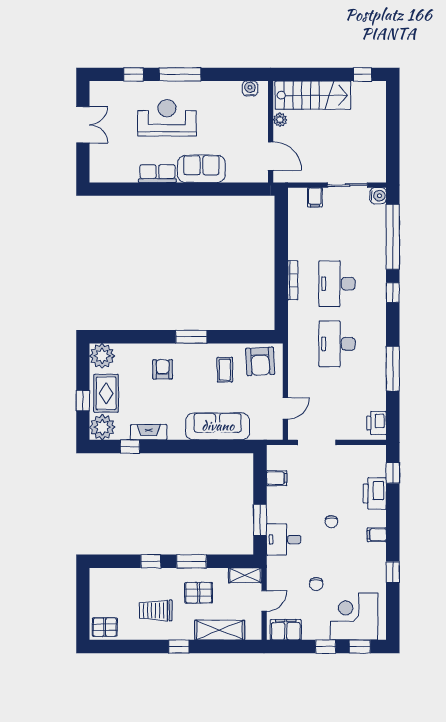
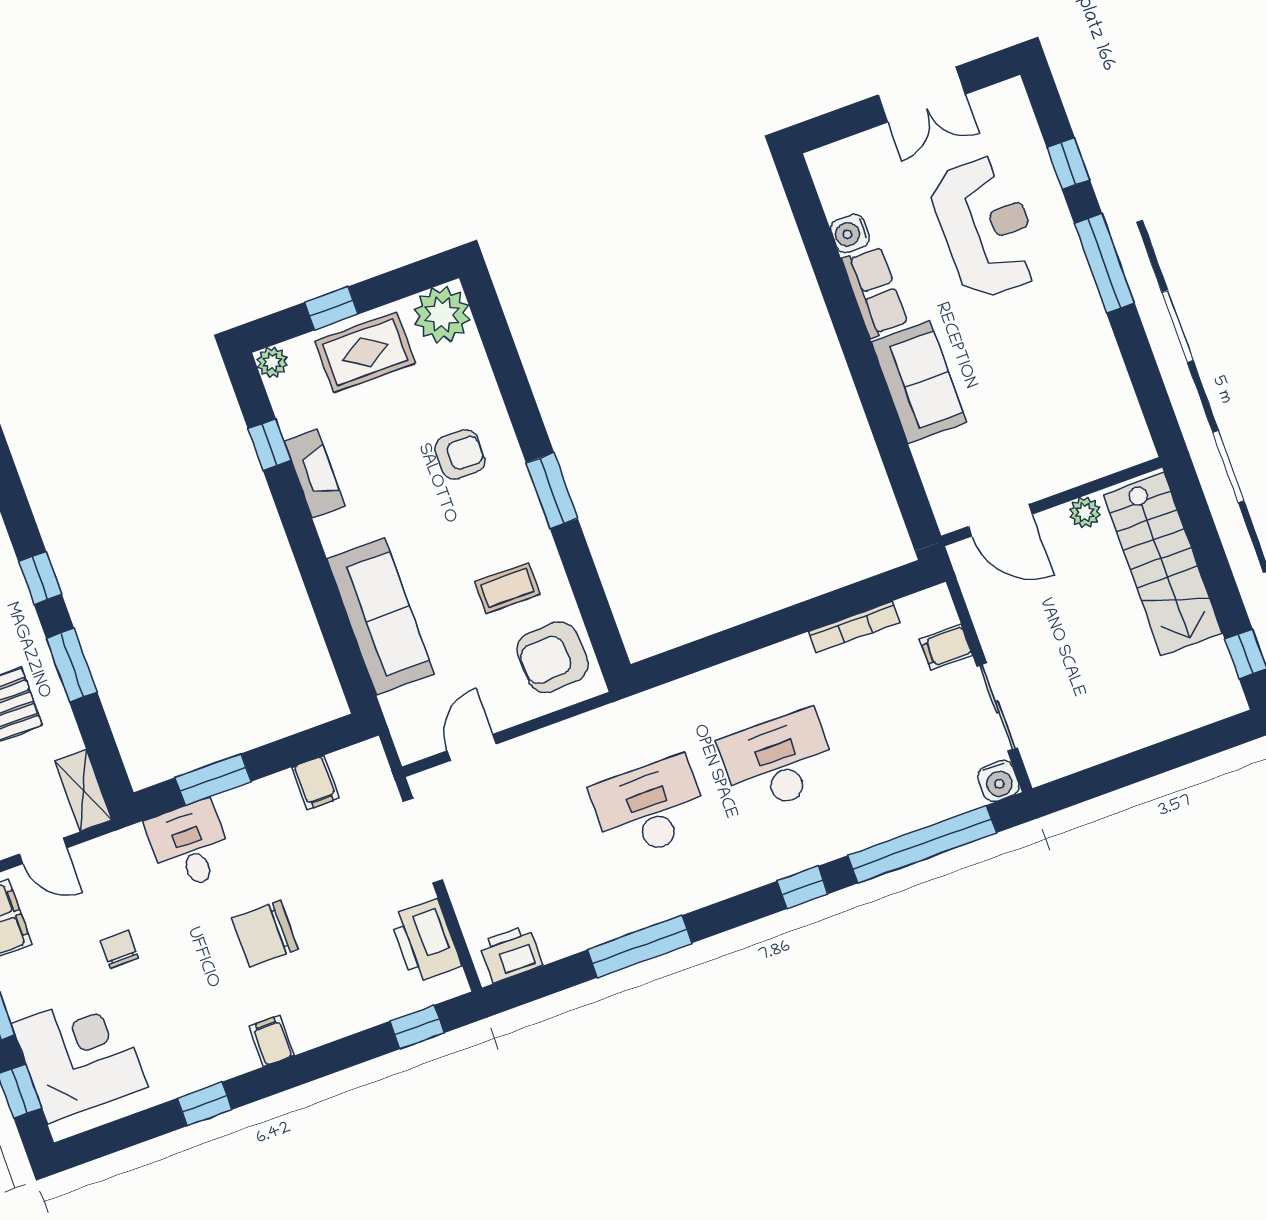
water cooler: (250, 89) -> (850, 233), moved, turned 180
reception desk: (167, 118) -> (986, 227), moved
door: (271, 156) -> (1000, 520), hinge flipped
bookcase: (293, 280) -> (854, 627), moved
door: (285, 408) -> (472, 747), swing flipped
plant: (102, 427) -> (272, 362), width x0.53, depth x0.53
printer: (375, 493) -> (426, 941), moved, turned -90
chair: (331, 522) -> (265, 934), width x1.87, depth x1.87
chair: (316, 584) -> (119, 949), turned 90

